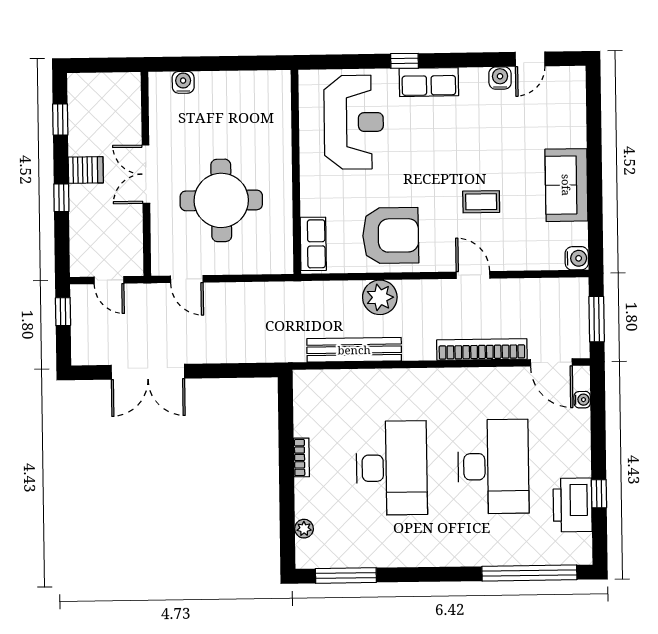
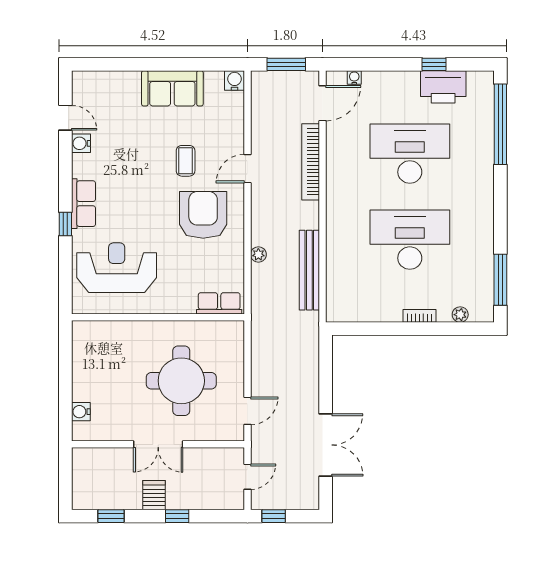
armchair: (391, 236) -> (203, 215), moved
plant: (380, 297) -> (258, 254), width x0.53, depth x0.53
bookcase: (301, 457) -> (419, 316), moved

